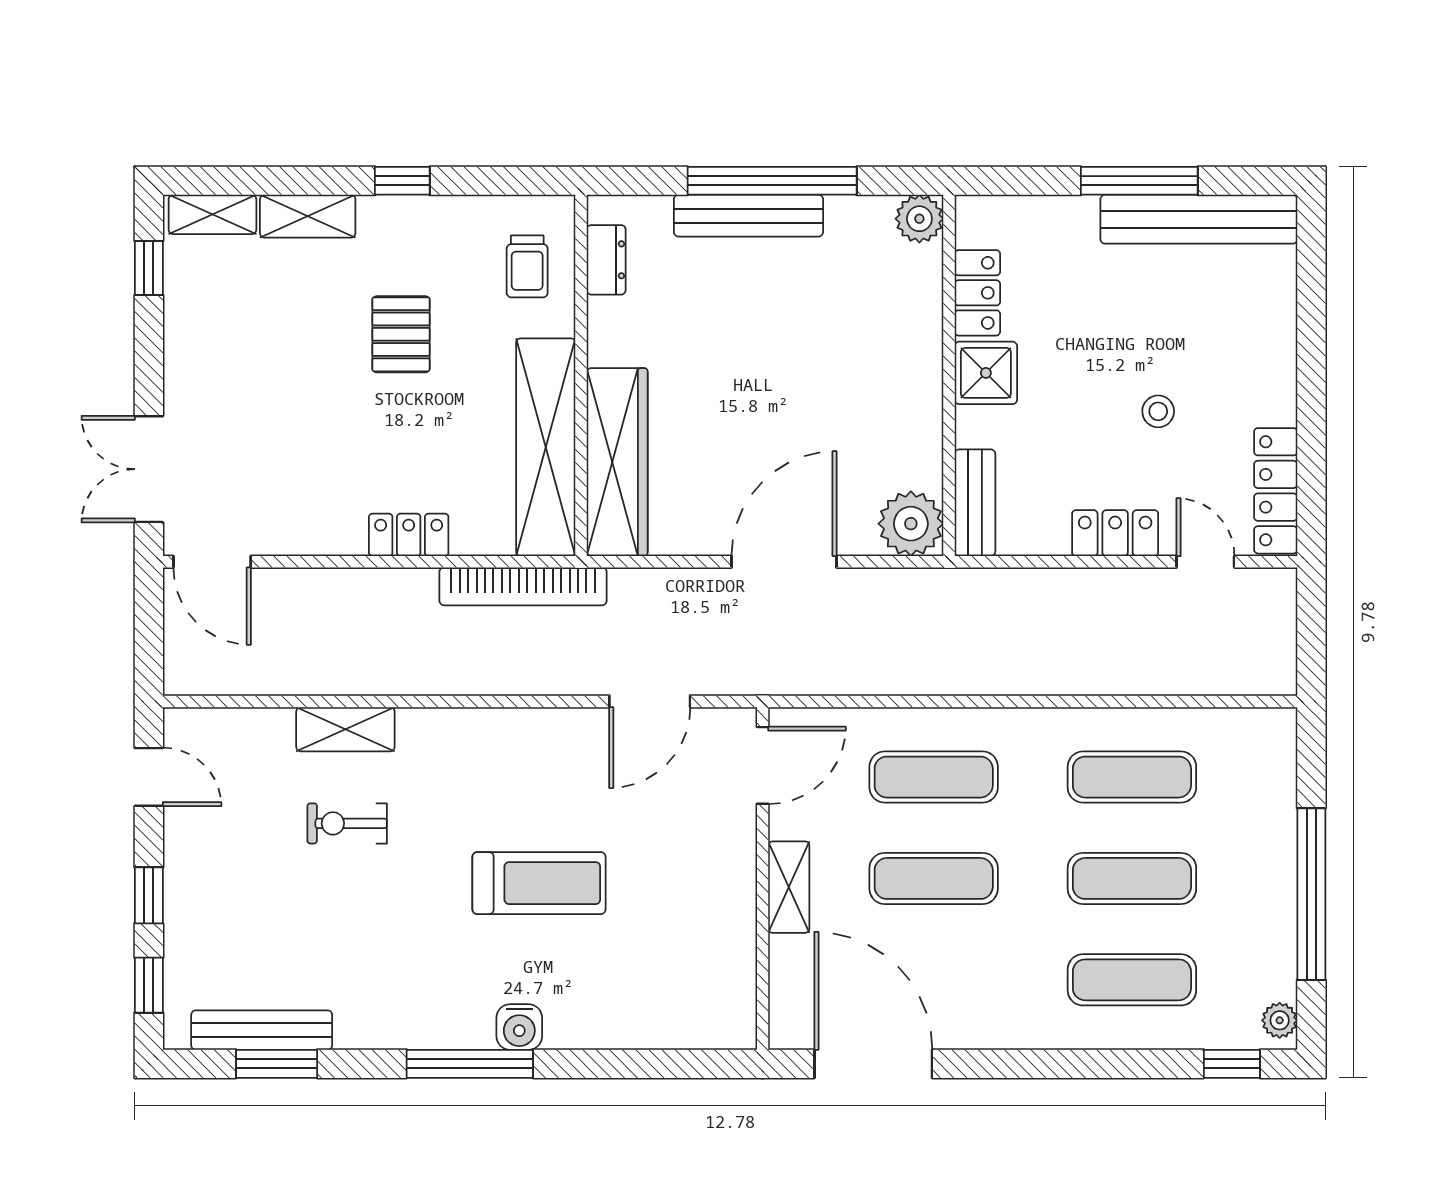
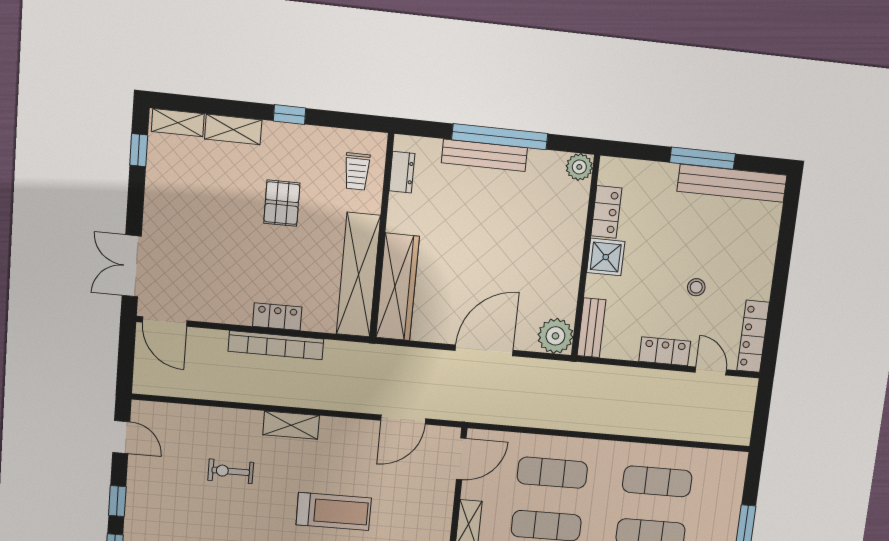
bookcase: (523, 586) -> (276, 345), moved
shelving: (345, 729) -> (291, 425), moved

